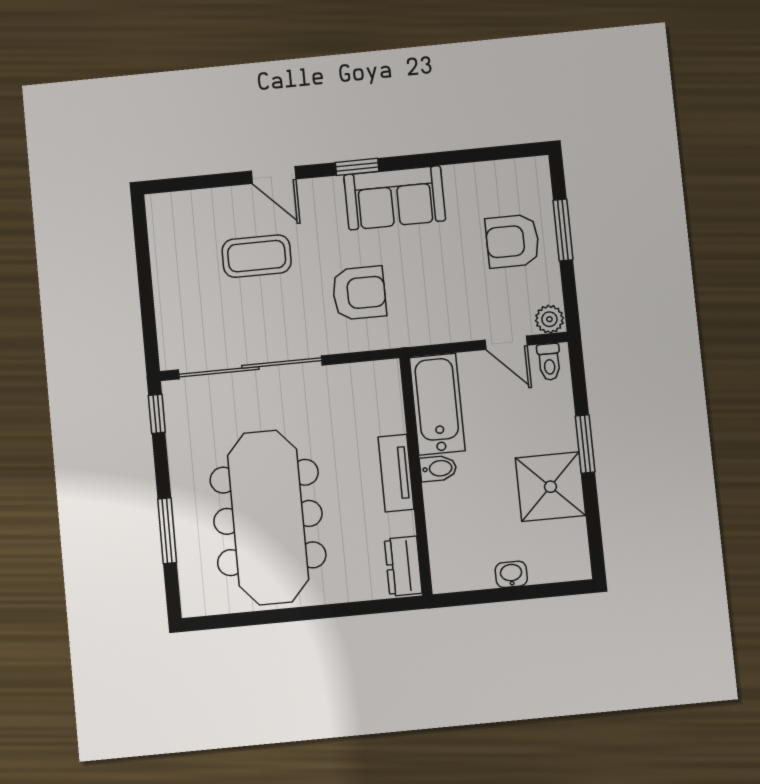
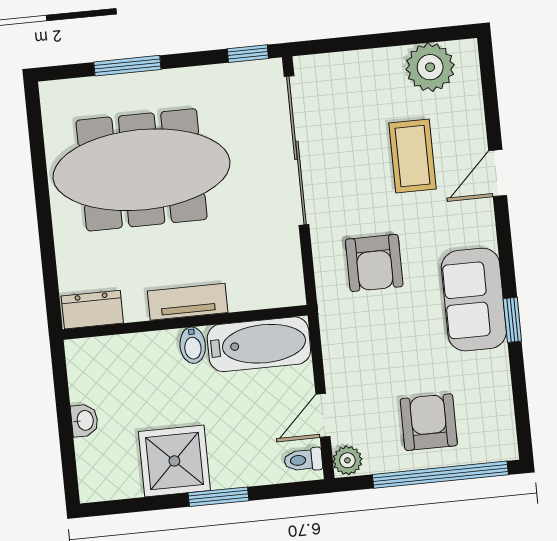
window: (357, 167) -> (512, 320), moved
window: (563, 230) -> (440, 475), width x2.11
plant: (172, 239) -> (430, 67), added

